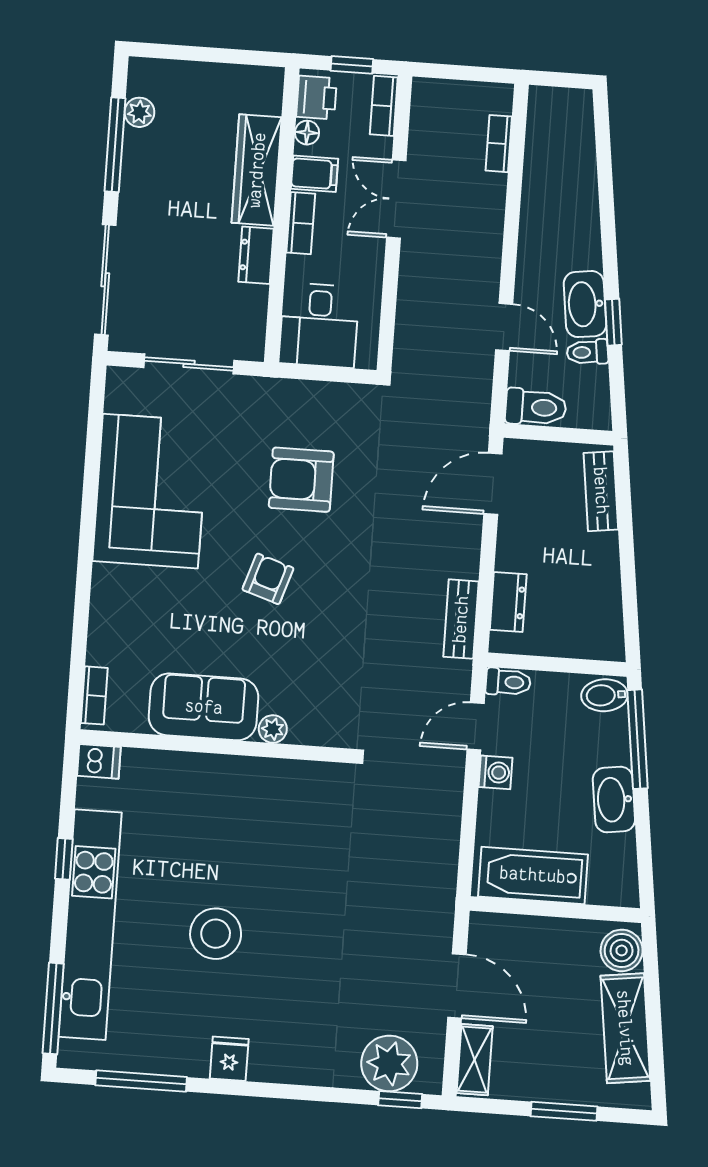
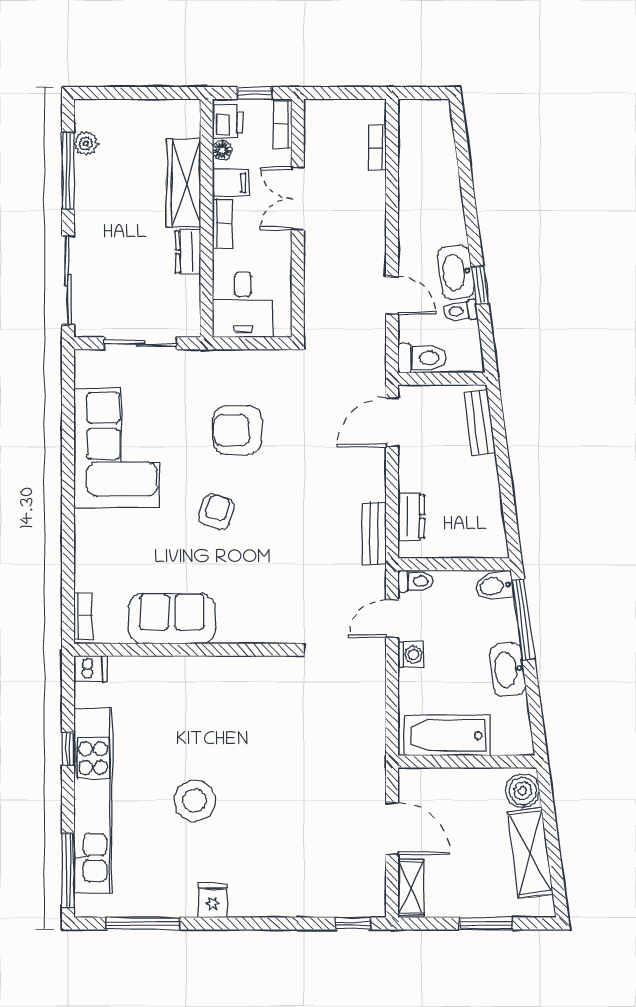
plant: (273, 729) -> (229, 632), removed
plant: (389, 1063) -> (342, 895), removed

